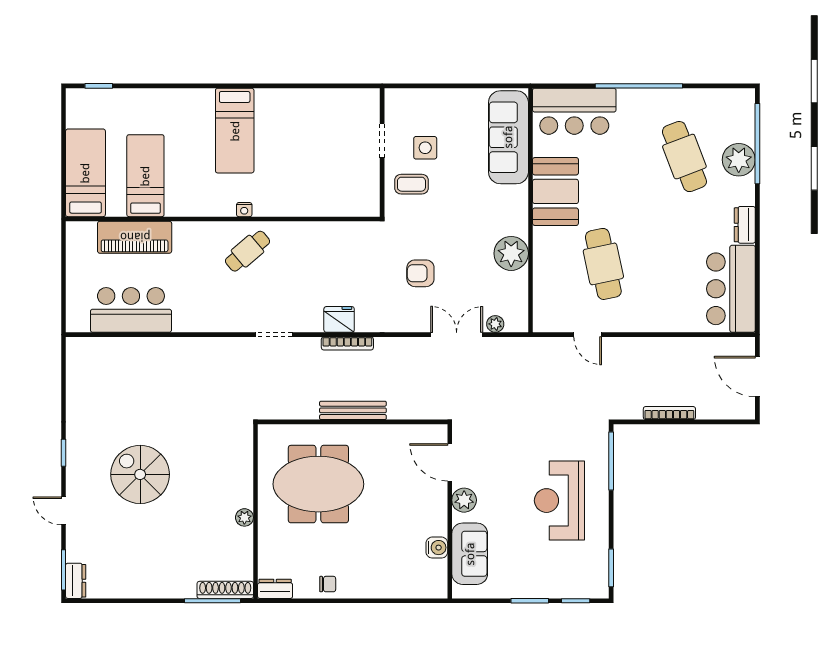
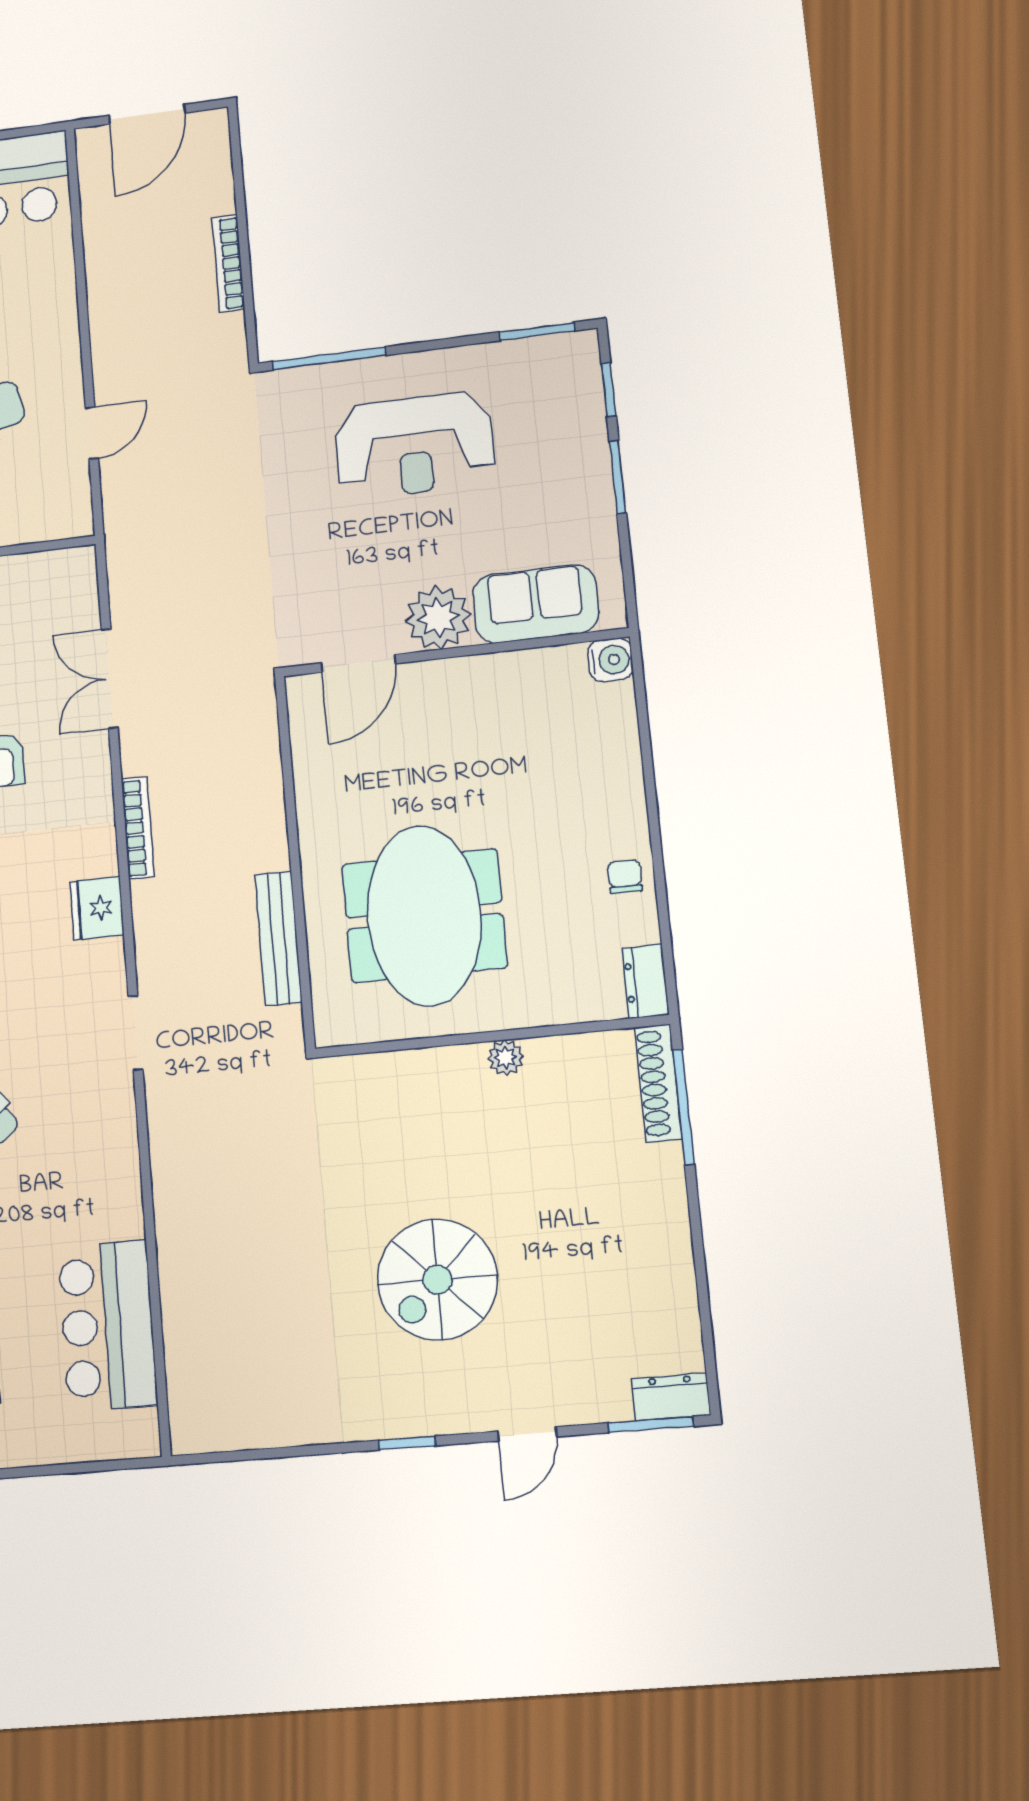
plant: (495, 324) -> (84, 608), removed
bookcase: (347, 343) -> (138, 828), moved
bench: (353, 410) -> (278, 939), moved
plant: (464, 500) -> (438, 618), width x1.36, depth x1.36
water cooler: (437, 548) -> (611, 660), moved, turned 90

